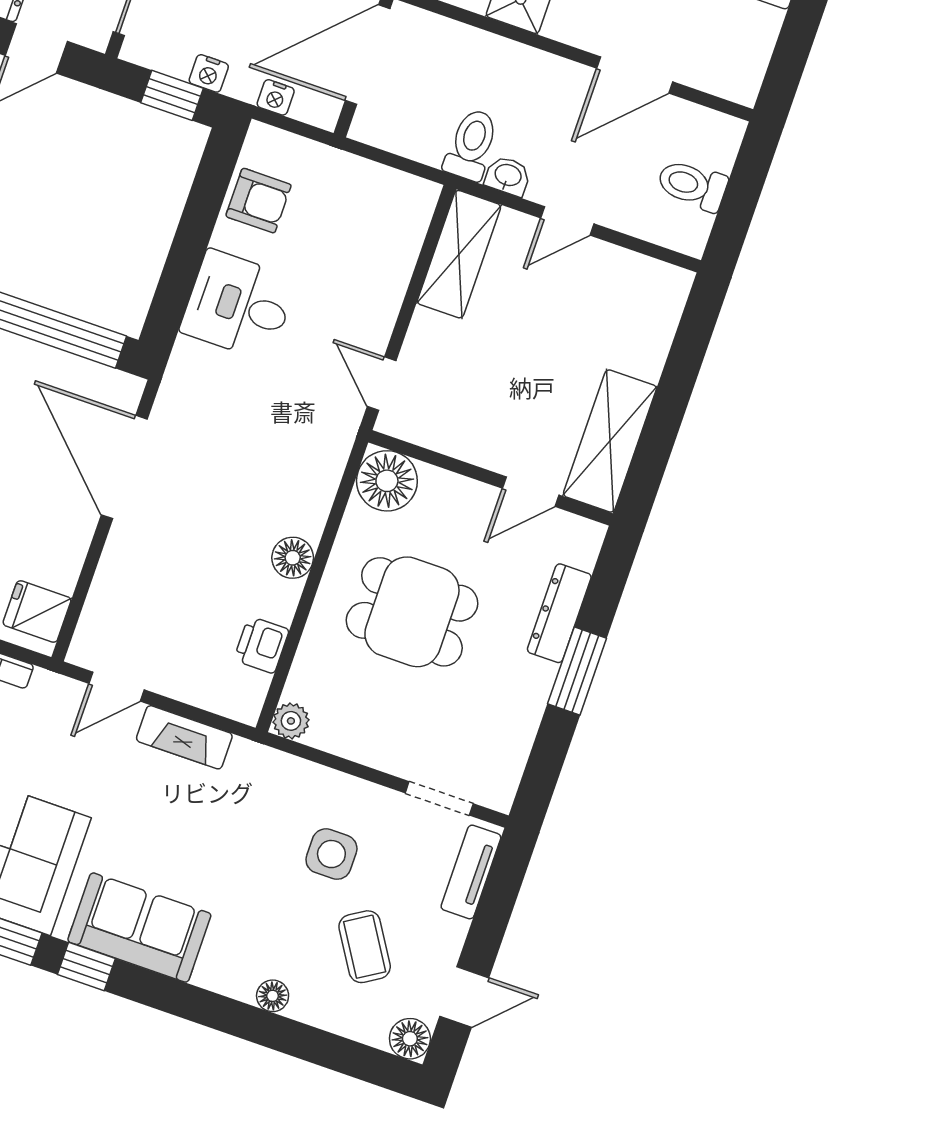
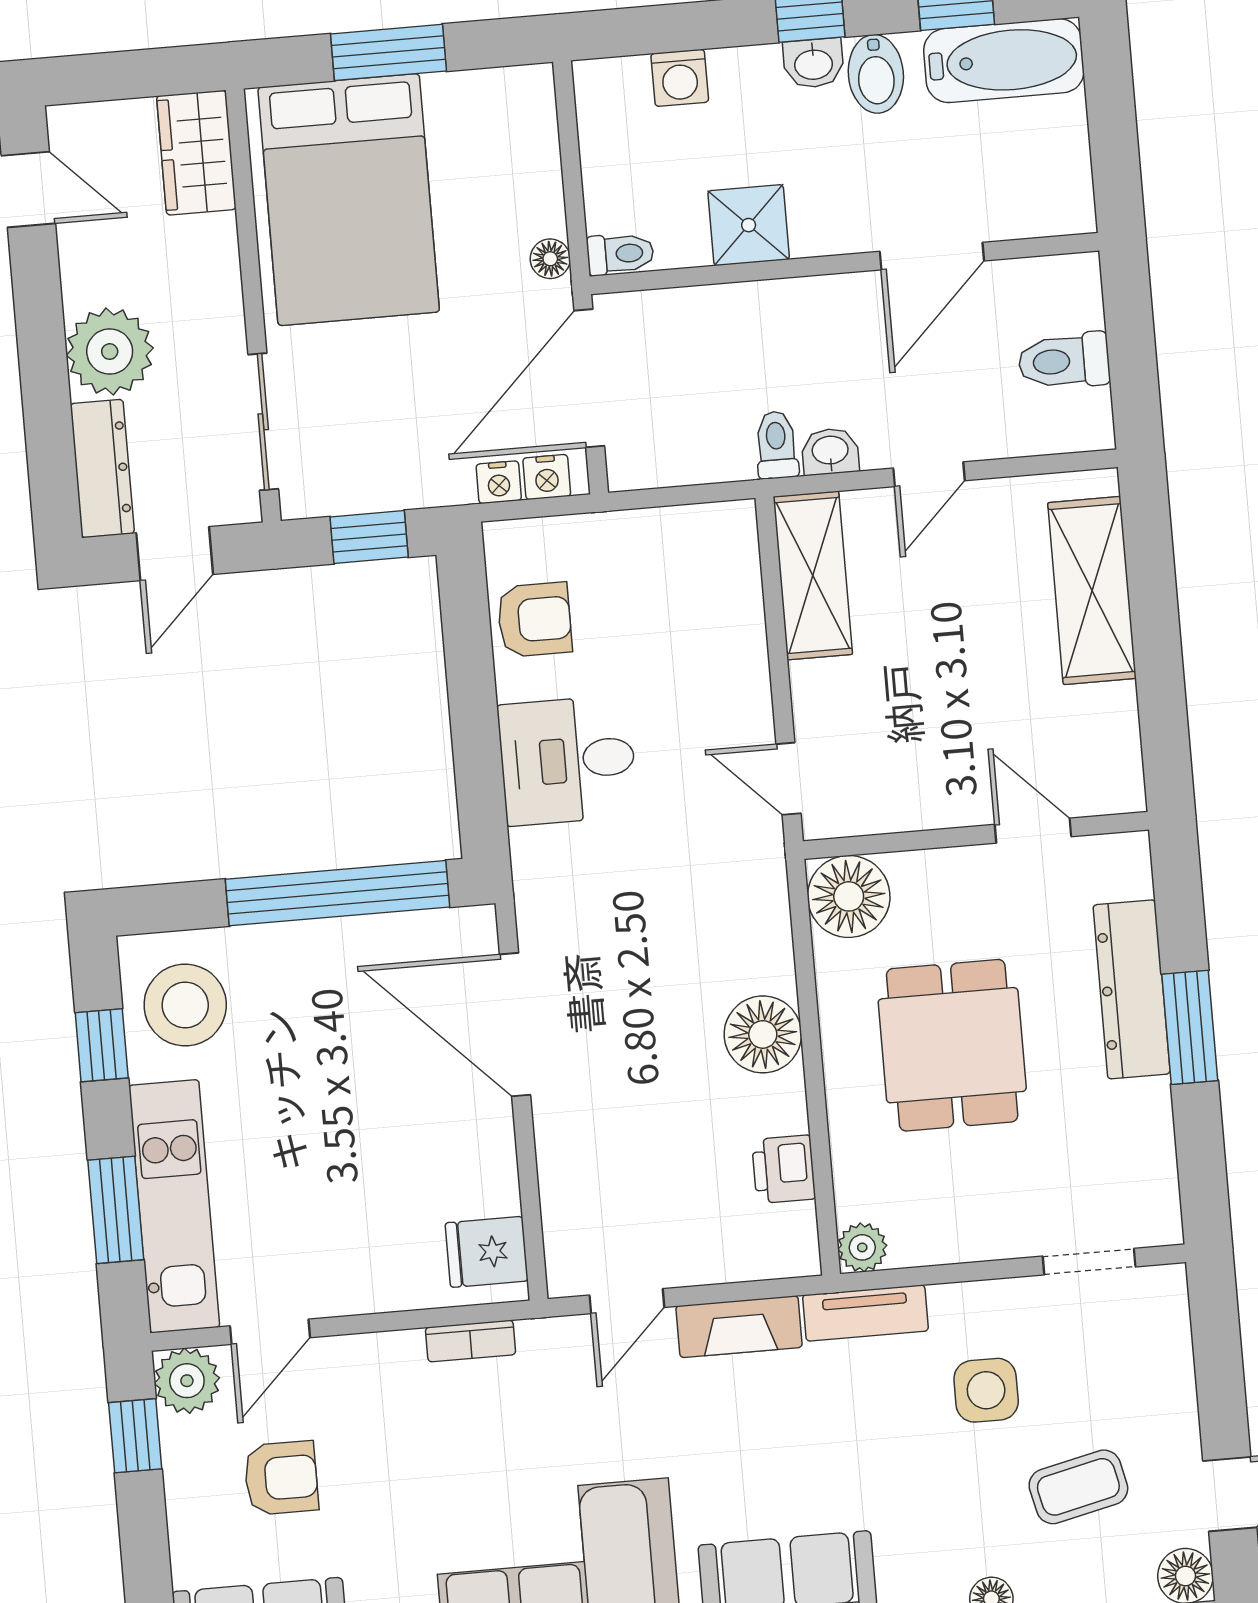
nightstand: (209, 73) -> (547, 477), moved
toilet: (471, 145) -> (776, 445), width x0.73, depth x0.72
shelving: (610, 441) -> (1092, 591), moved
door: (531, 492) -> (1033, 831), swing flipped
floor lamp: (293, 558) -> (763, 1034), width x1.38, depth x1.38
dining table: (412, 612) -> (952, 1045), turned 90
dresser: (559, 613) -> (1132, 989), width x1.37, depth x1.24
tv unit: (471, 872) -> (865, 1313), moved, turned -90
coffee table: (365, 947) -> (1078, 1487), turned -71

